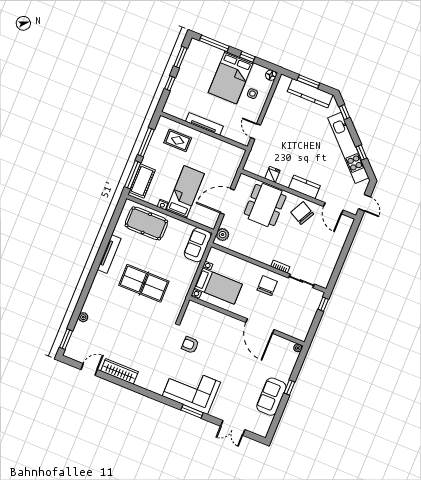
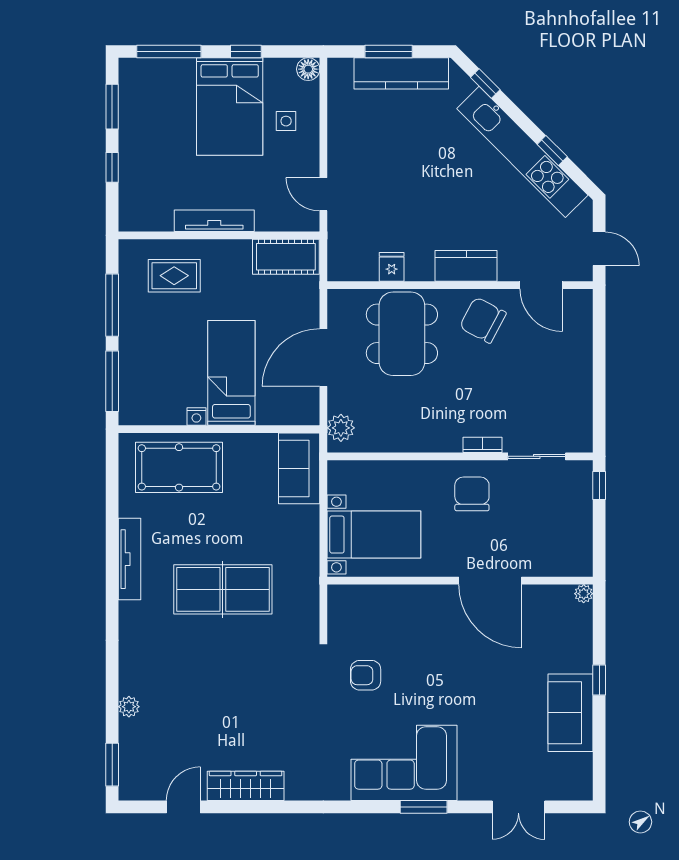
cot: (142, 181) -> (286, 257), moved, turned 90

